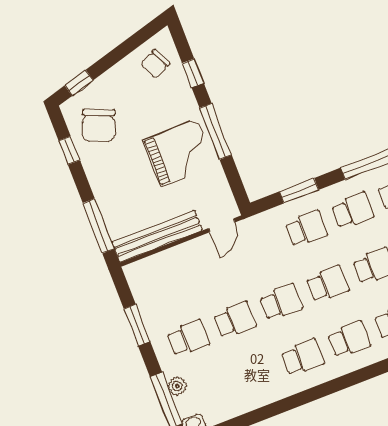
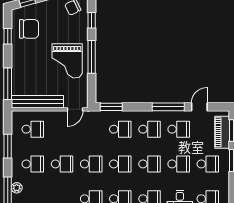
chair: (99, 125) -> (29, 29), turned -112
grand piano: (179, 153) -> (67, 61), turned 90
window: (299, 191) -> (111, 107), moved
school desk: (167, 283) -> (33, 129), added

